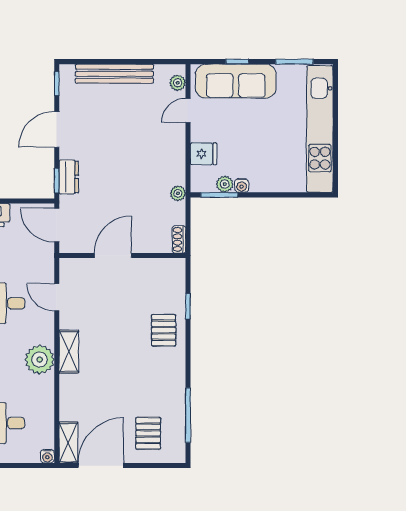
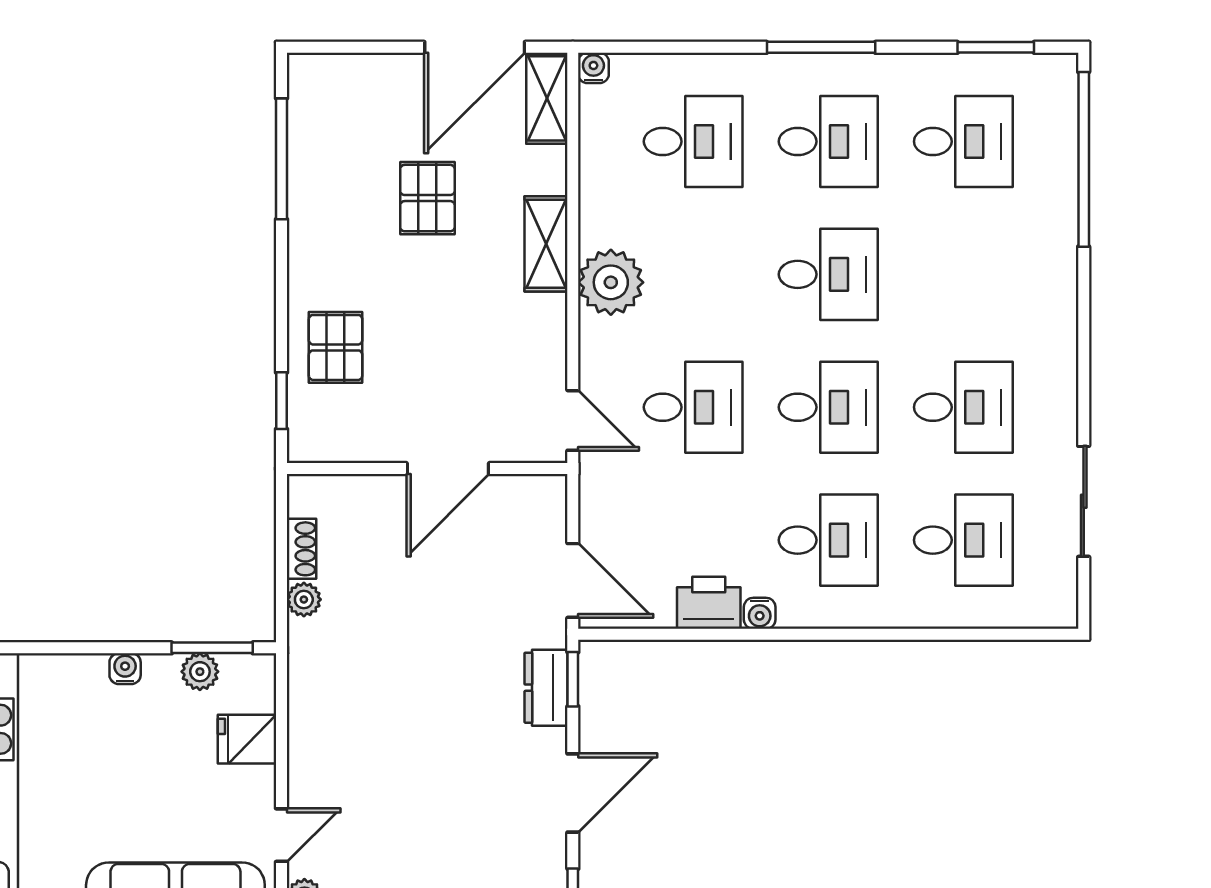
water cooler: (242, 185) -> (125, 669), moved
plant: (178, 193) -> (304, 600), moved
door: (113, 255) -> (448, 469), moved
wall: (122, 255) -> (427, 469), moved
shelving: (69, 352) -> (546, 244), moved
pallet: (148, 433) -> (427, 198), moved

